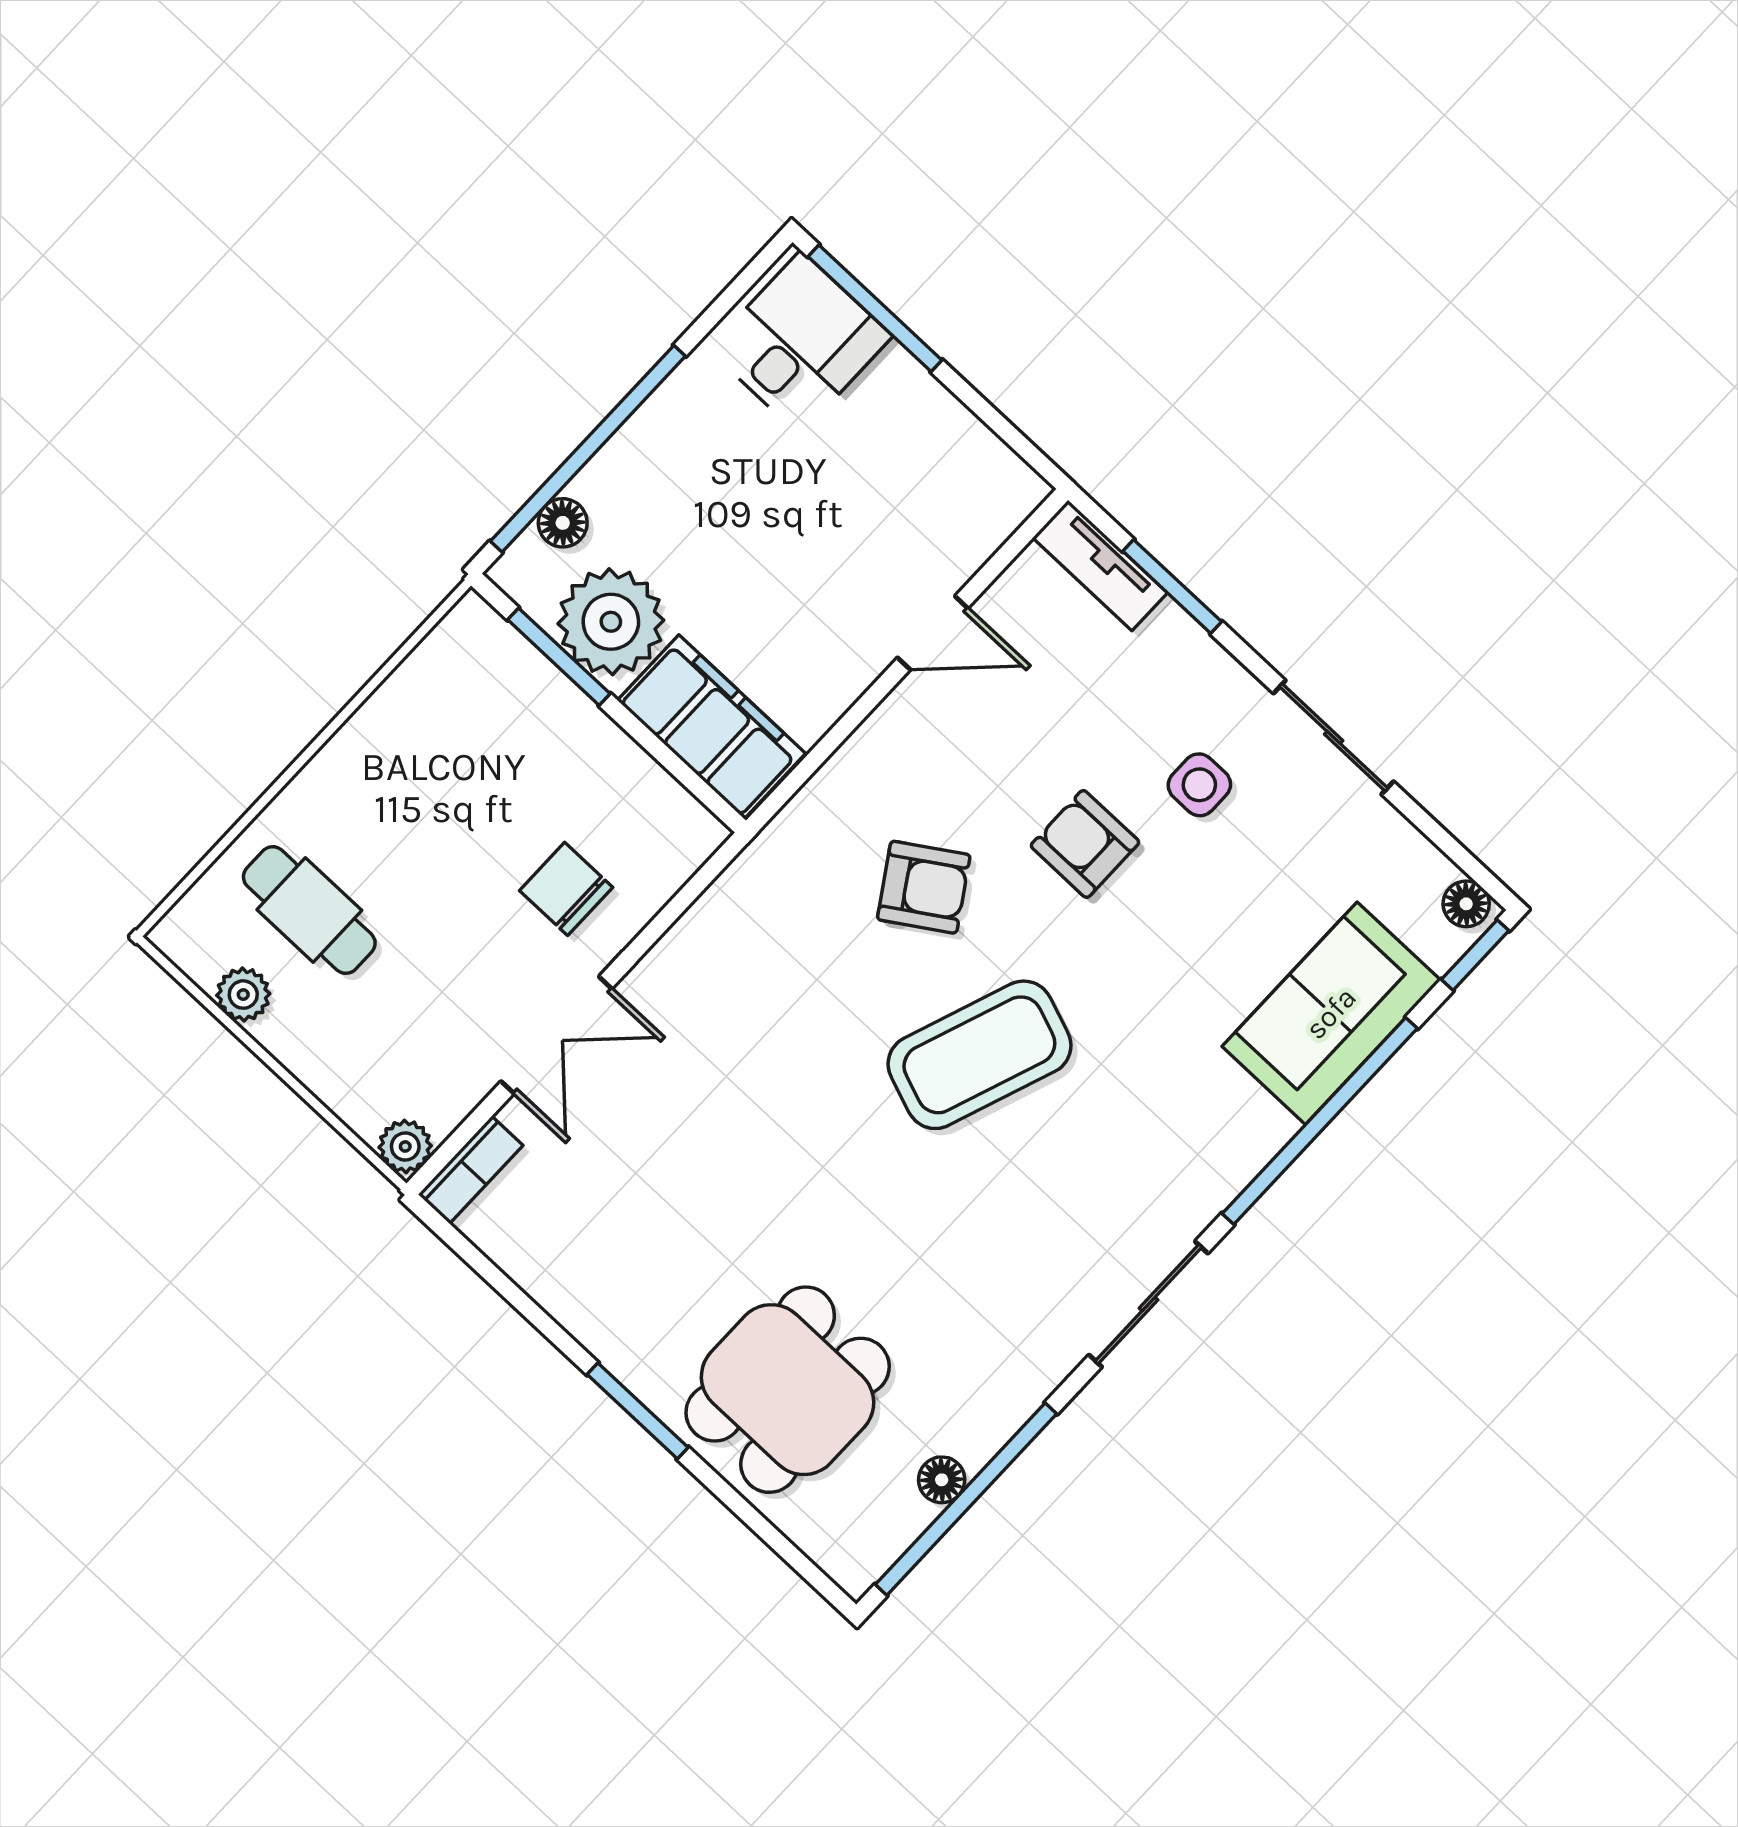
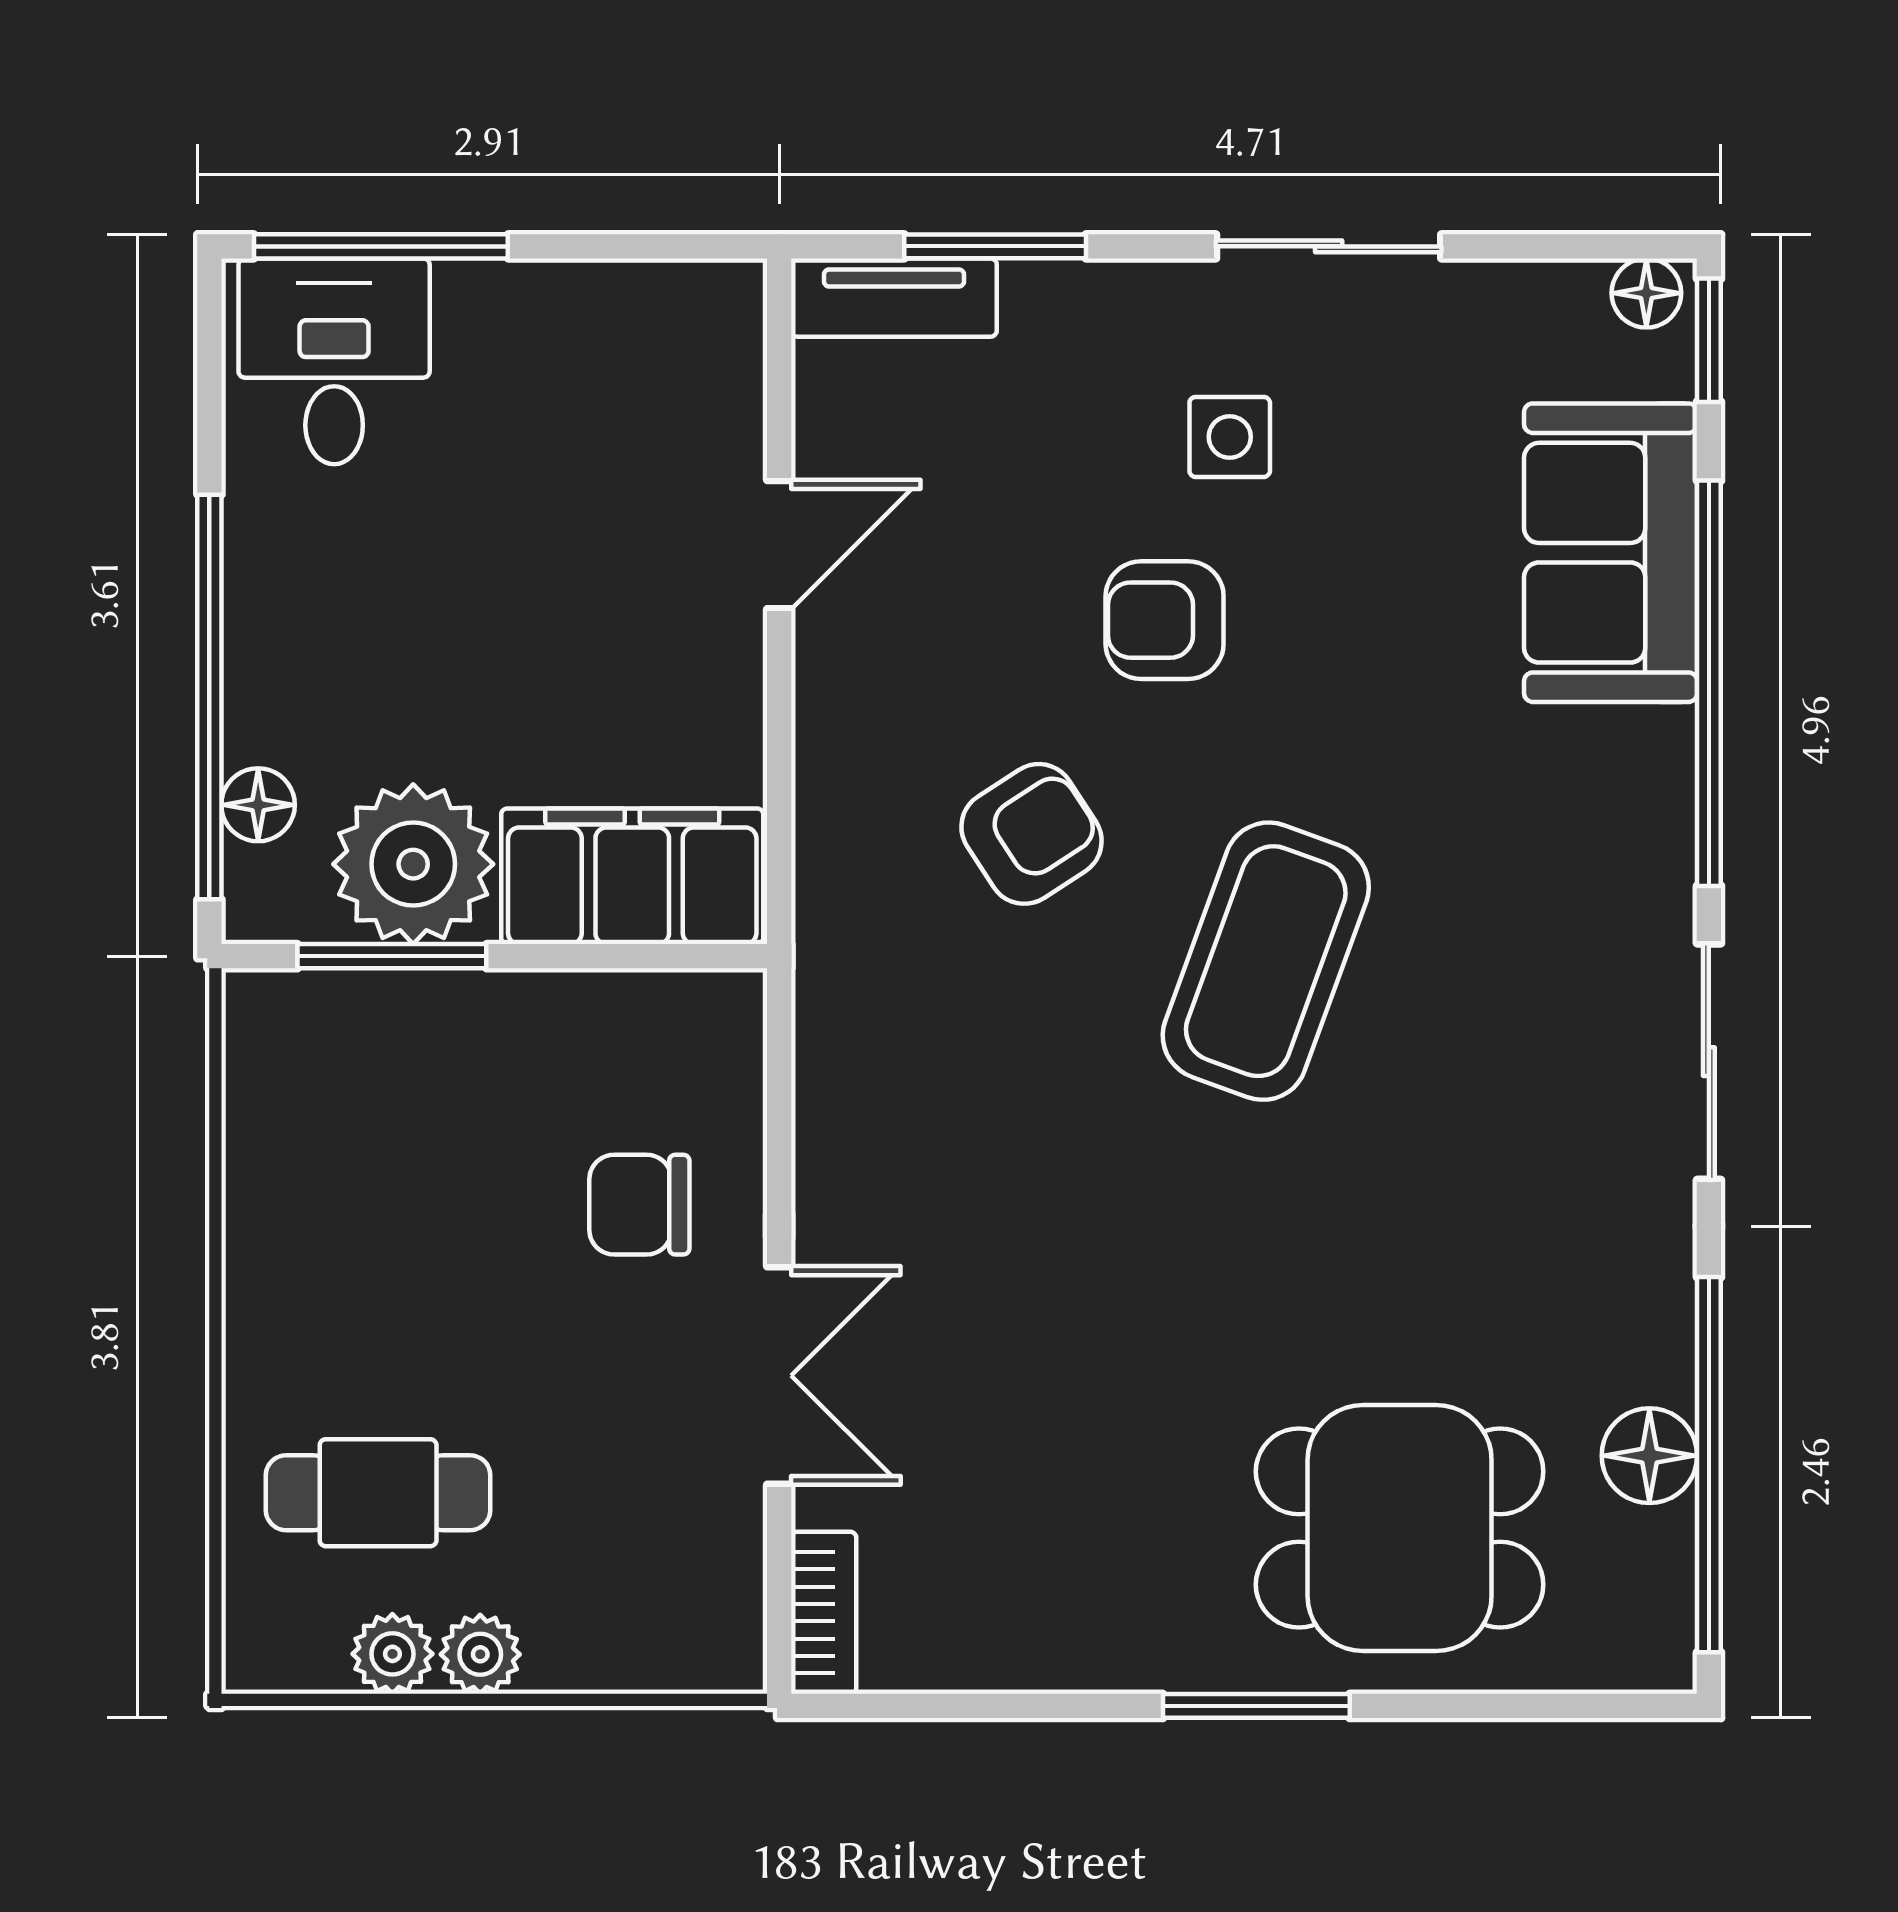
plant: (405, 1146) -> (480, 1654), moved
dining table: (788, 1390) -> (1400, 1528), turned 90
floor lamp: (942, 1480) -> (1649, 1456), width x1.37, depth x1.37

